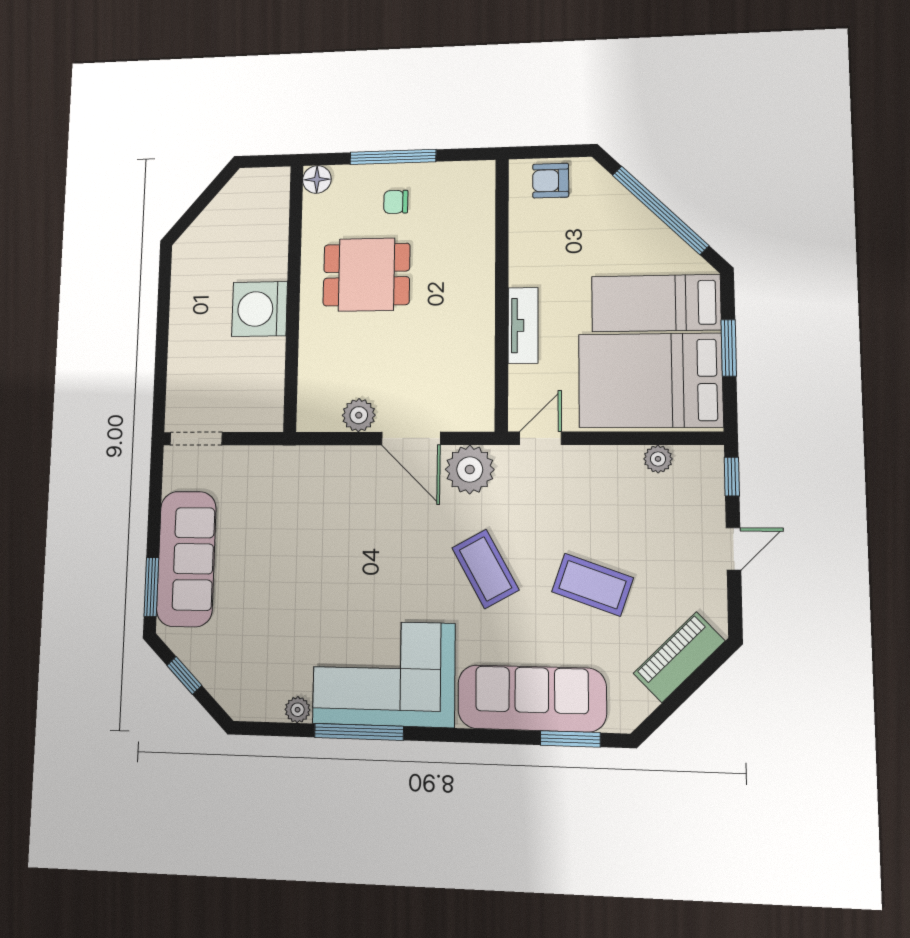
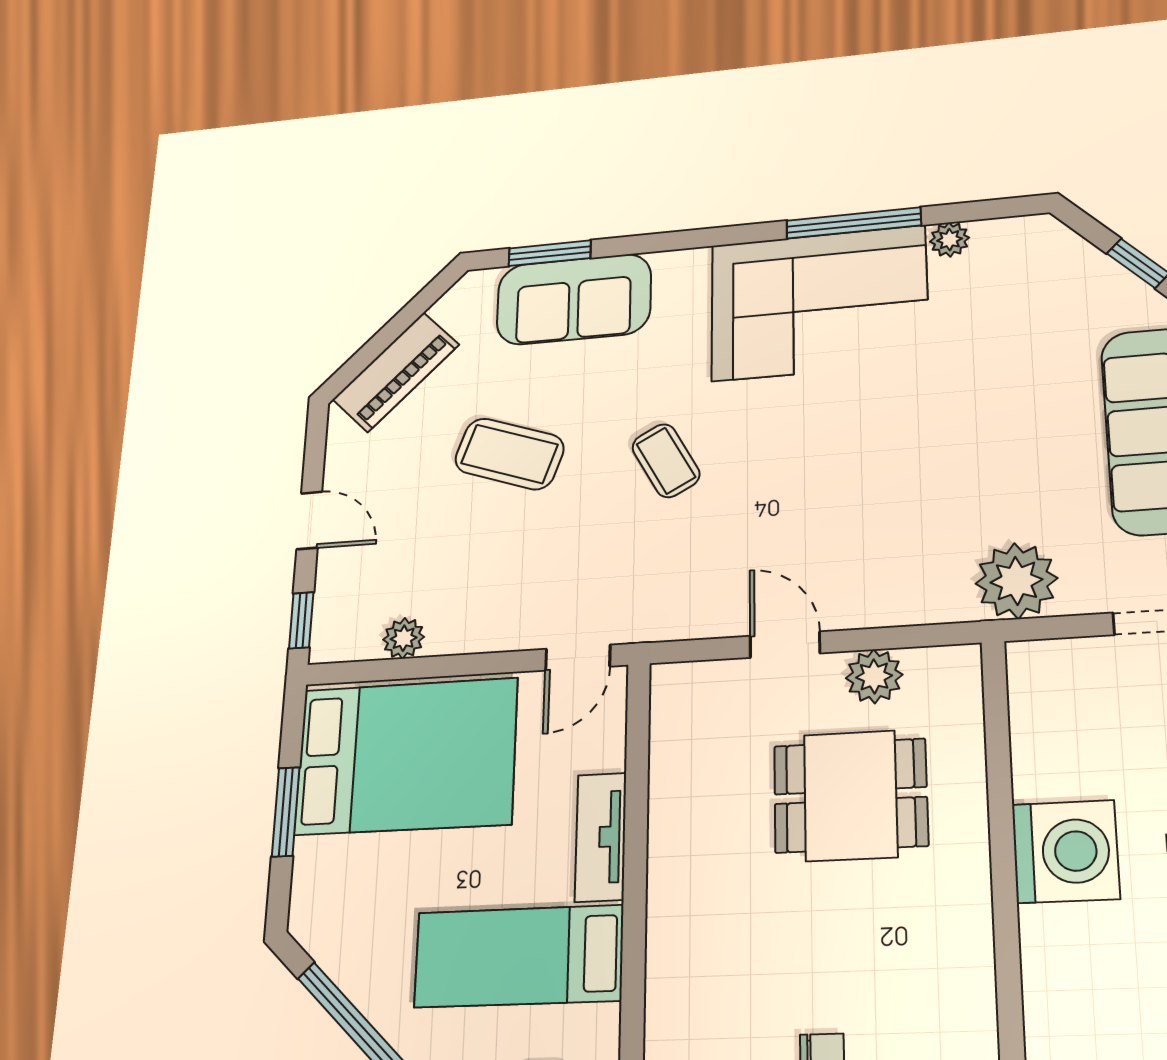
dining table: (367, 275) -> (850, 796), moved
bed: (656, 303) -> (519, 956), moved, turned 180
door: (411, 438) -> (785, 645), width x0.73
plant: (470, 469) -> (1016, 581), moved
door: (733, 549) -> (309, 520), swing flipped
coffee table: (485, 569) -> (666, 461), width x0.73, depth x0.77
sofa: (532, 698) -> (574, 299), width x0.73

